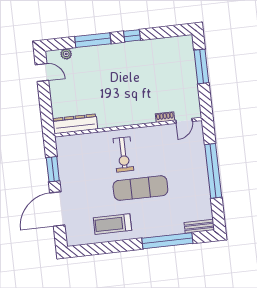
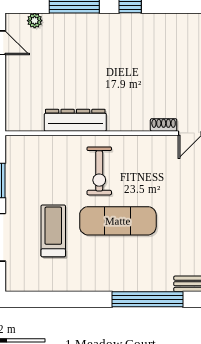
dresser: (75, 124) -> (75, 120), moved
treadmill: (112, 224) -> (53, 231), moved, turned 90

